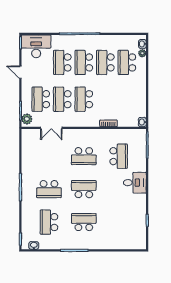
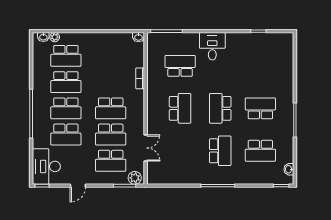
school desk: (84, 222) -> (260, 108), turned 90

